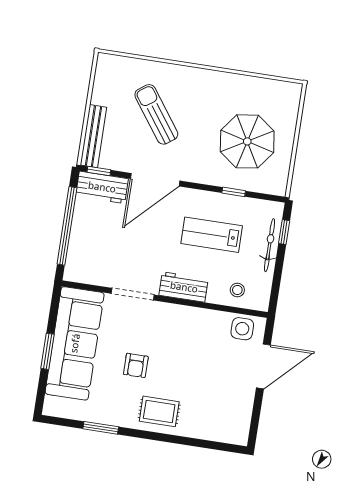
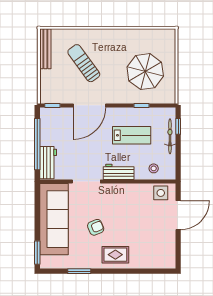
bench: (93, 136) -> (45, 49), moved
workbench: (102, 187) -> (48, 163), moved, turned -90
lab bench: (212, 235) -> (132, 135), turned 180
window: (47, 351) -> (37, 253), moved
armchair: (136, 365) -> (96, 227), turned -112

